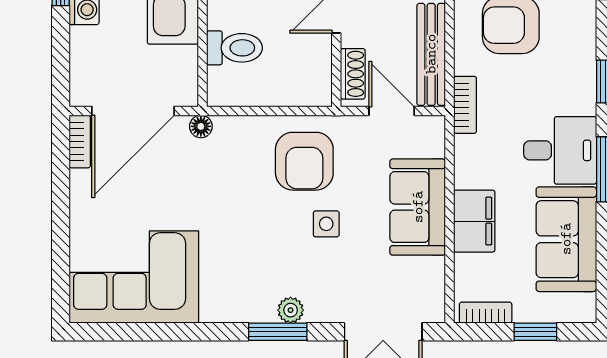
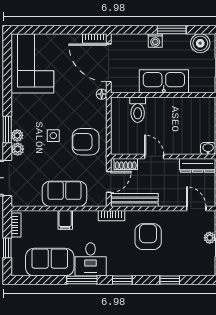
filing cabinet: (474, 221) -> (65, 220), width x0.50
side table: (326, 224) -> (53, 136), moved
plant: (320, 309) -> (18, 149), added

